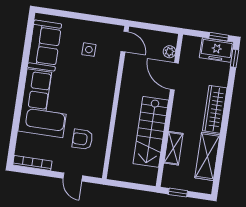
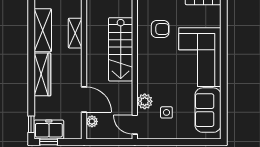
plant: (110, 65) -> (145, 101), added
stairs: (151, 132) -> (121, 49), moved, turned 180

